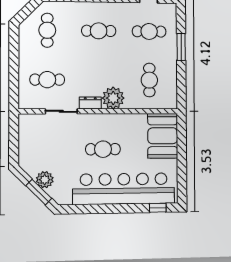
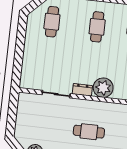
cafe table: (99, 31) -> (97, 27), turned 90
cafe table: (47, 80) -> (47, 65), removed

